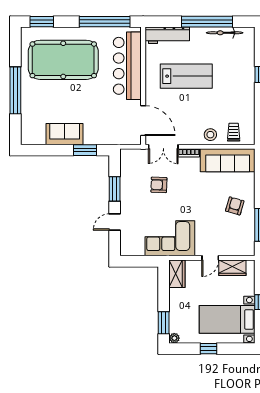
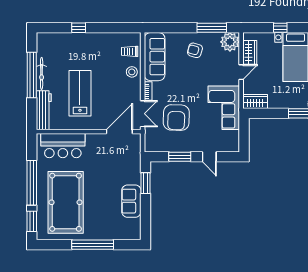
window: (105, 22) -> (32, 183), moved
bicycle: (225, 33) -> (42, 73), moved
bar counter: (127, 66) -> (63, 146), width x0.73
armchair: (159, 185) -> (176, 118), width x1.88, depth x1.88
plant: (244, 245) -> (230, 42), added
door: (210, 258) -> (241, 72), hinge flipped

